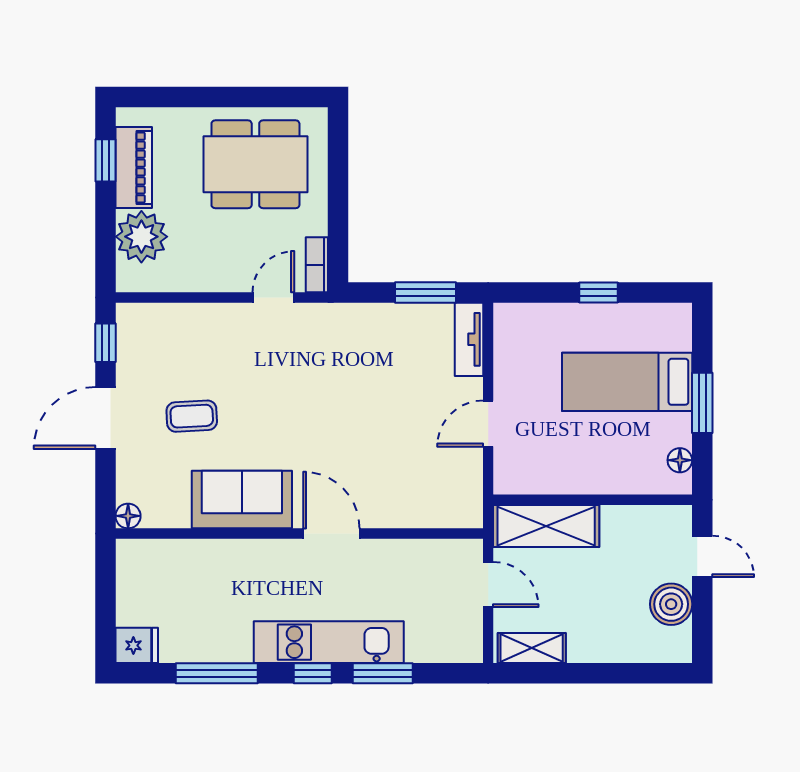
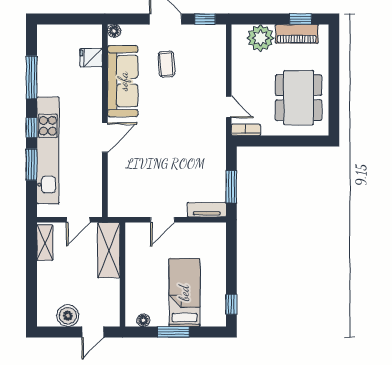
window: (598, 292) -> (231, 304), moved
door: (488, 424) -> (163, 220), swing flipped
sofa: (242, 500) -> (123, 81), width x1.36
kitchen unit: (329, 642) -> (48, 150), width x1.36
fridge: (137, 645) -> (91, 58), moved, turned 90

